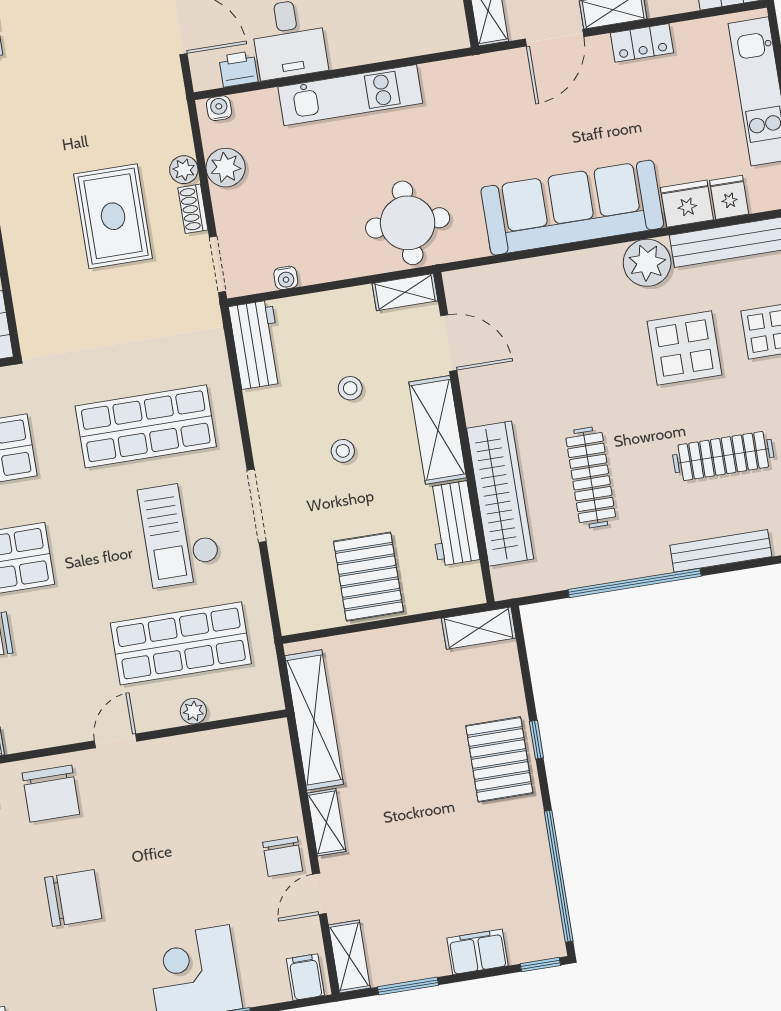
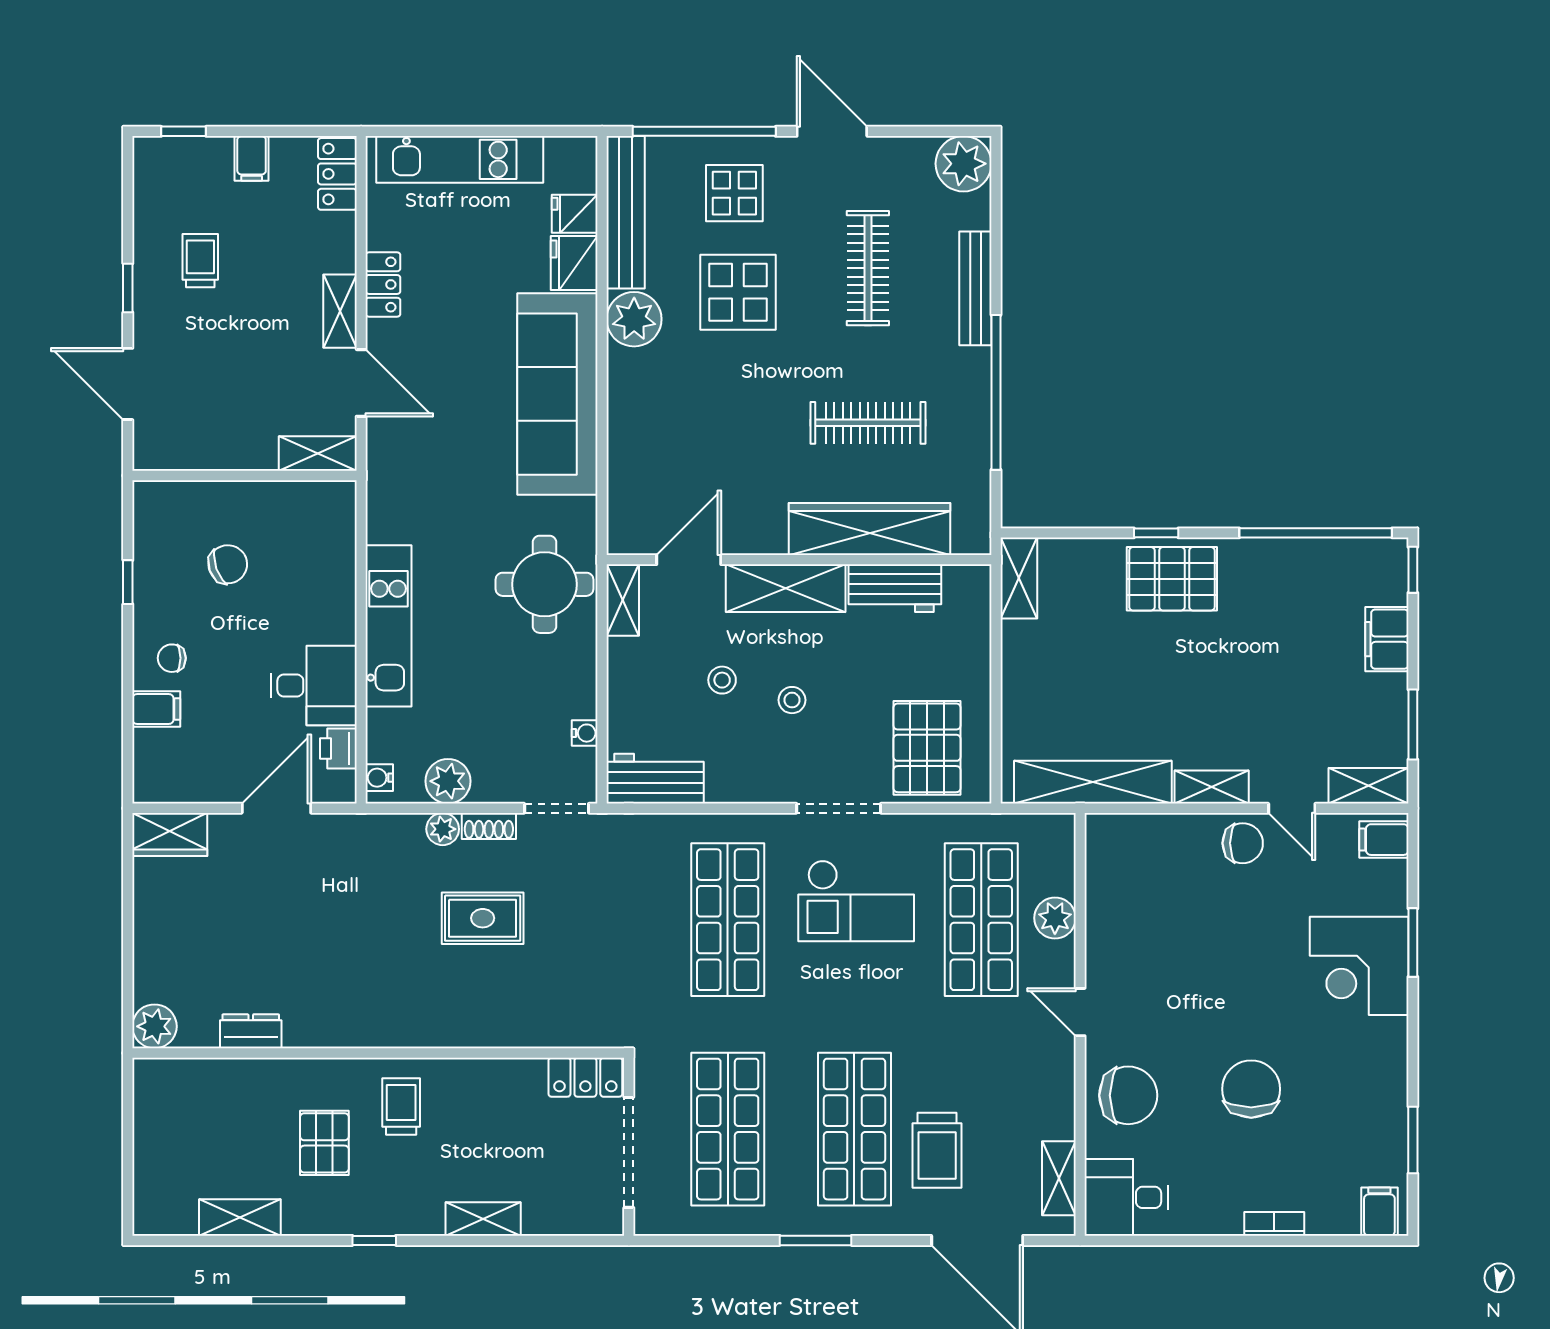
rug: (113, 216) -> (483, 918), width x0.73, depth x0.70
pallet: (369, 577) -> (927, 748), moved, turned 90
plant: (193, 711) -> (1055, 918), width x1.38, depth x1.38

